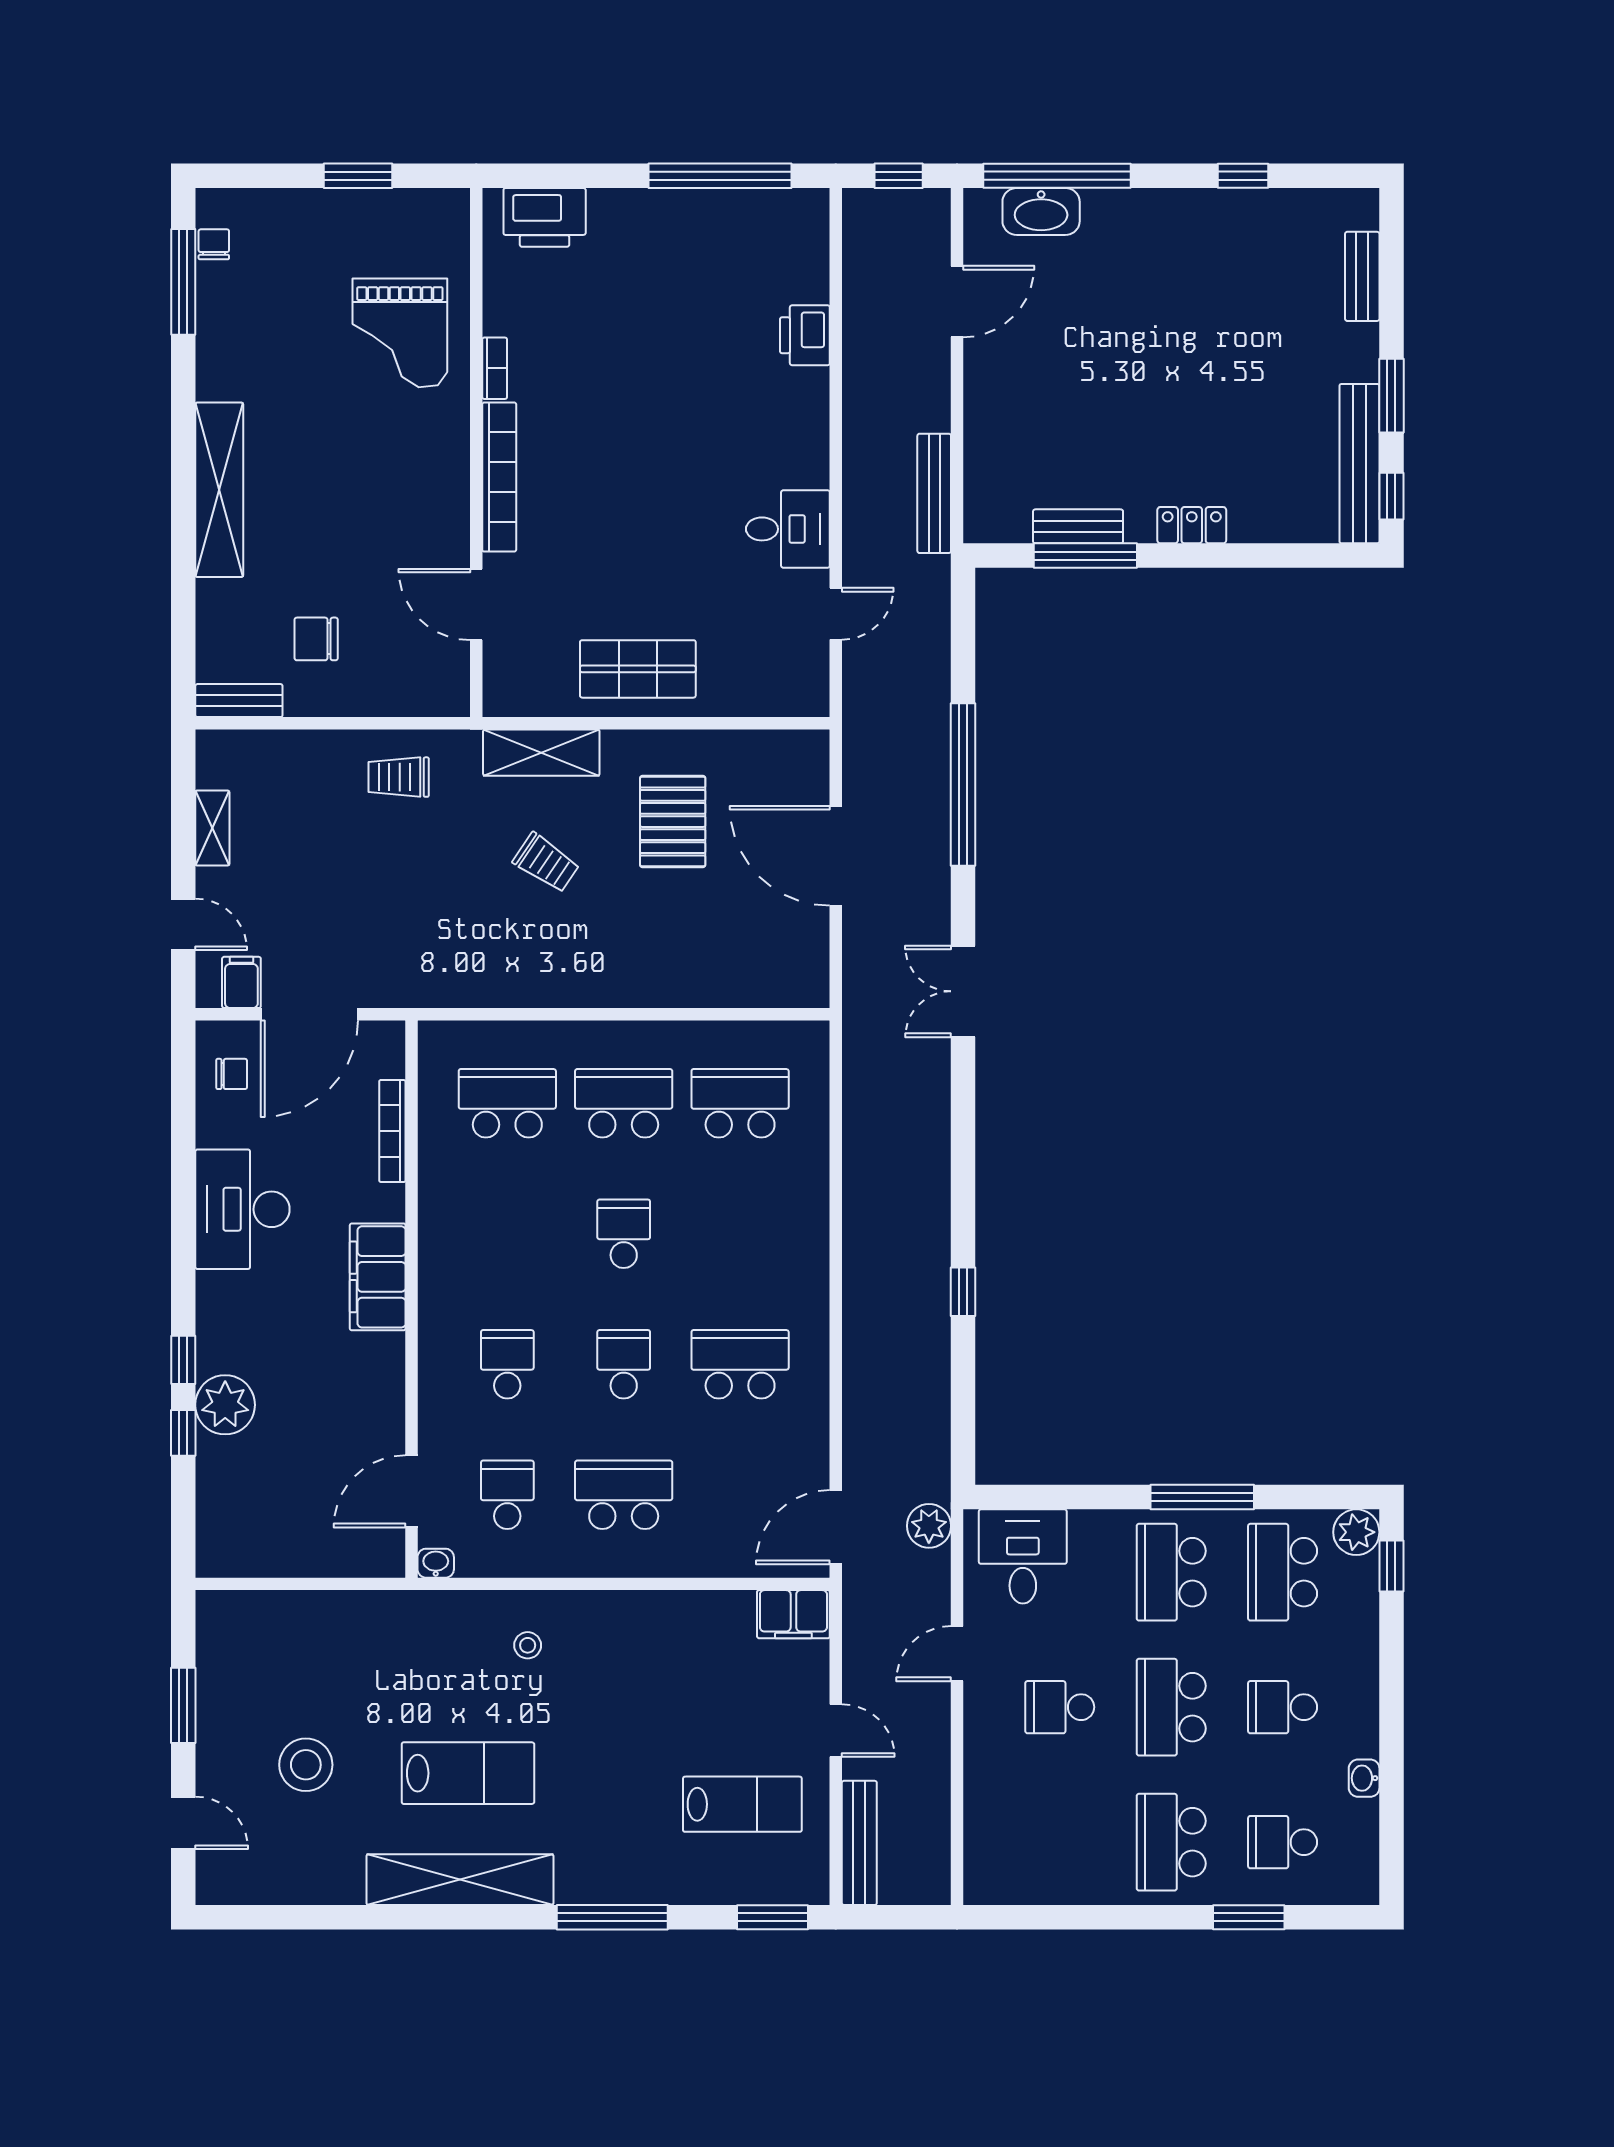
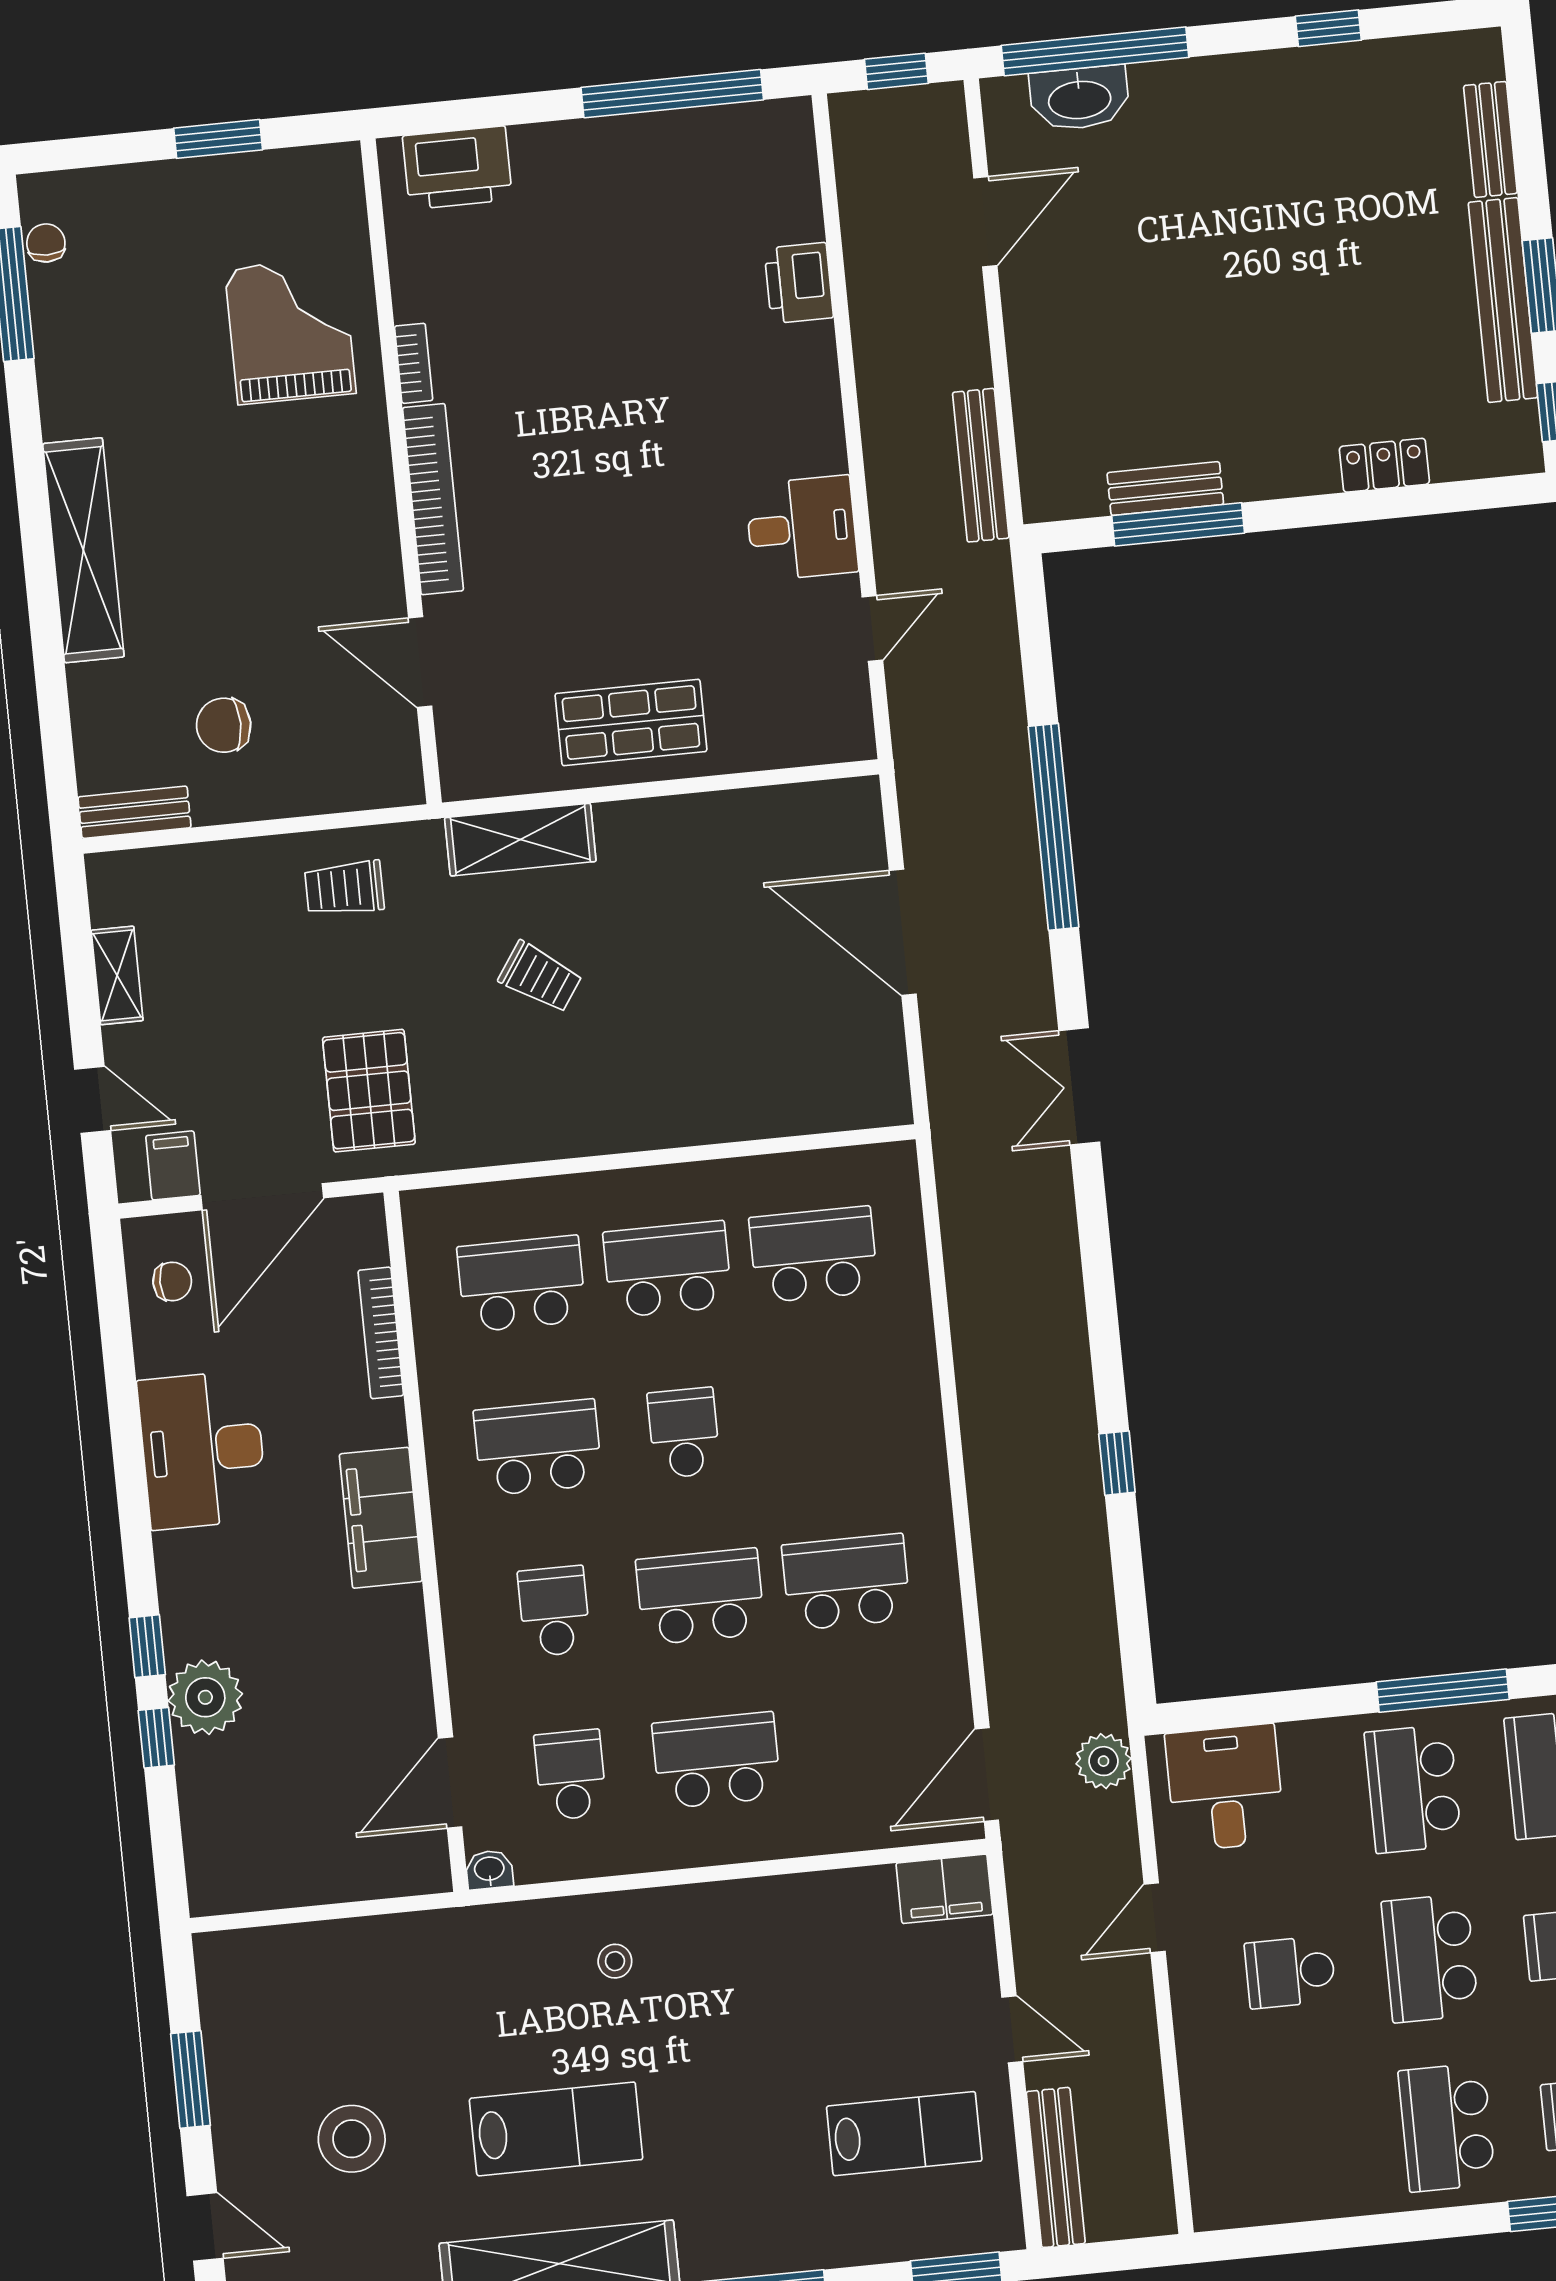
grand piano: (400, 333) -> (290, 331), turned 180
bench: (1359, 464) -> (1503, 300), moved
locker: (1192, 525) -> (1384, 465), moved
pallet: (673, 822) -> (369, 1091), moved
school desk: (507, 1234) -> (538, 1447), added
school desk: (624, 1364) -> (700, 1597), width x1.85

